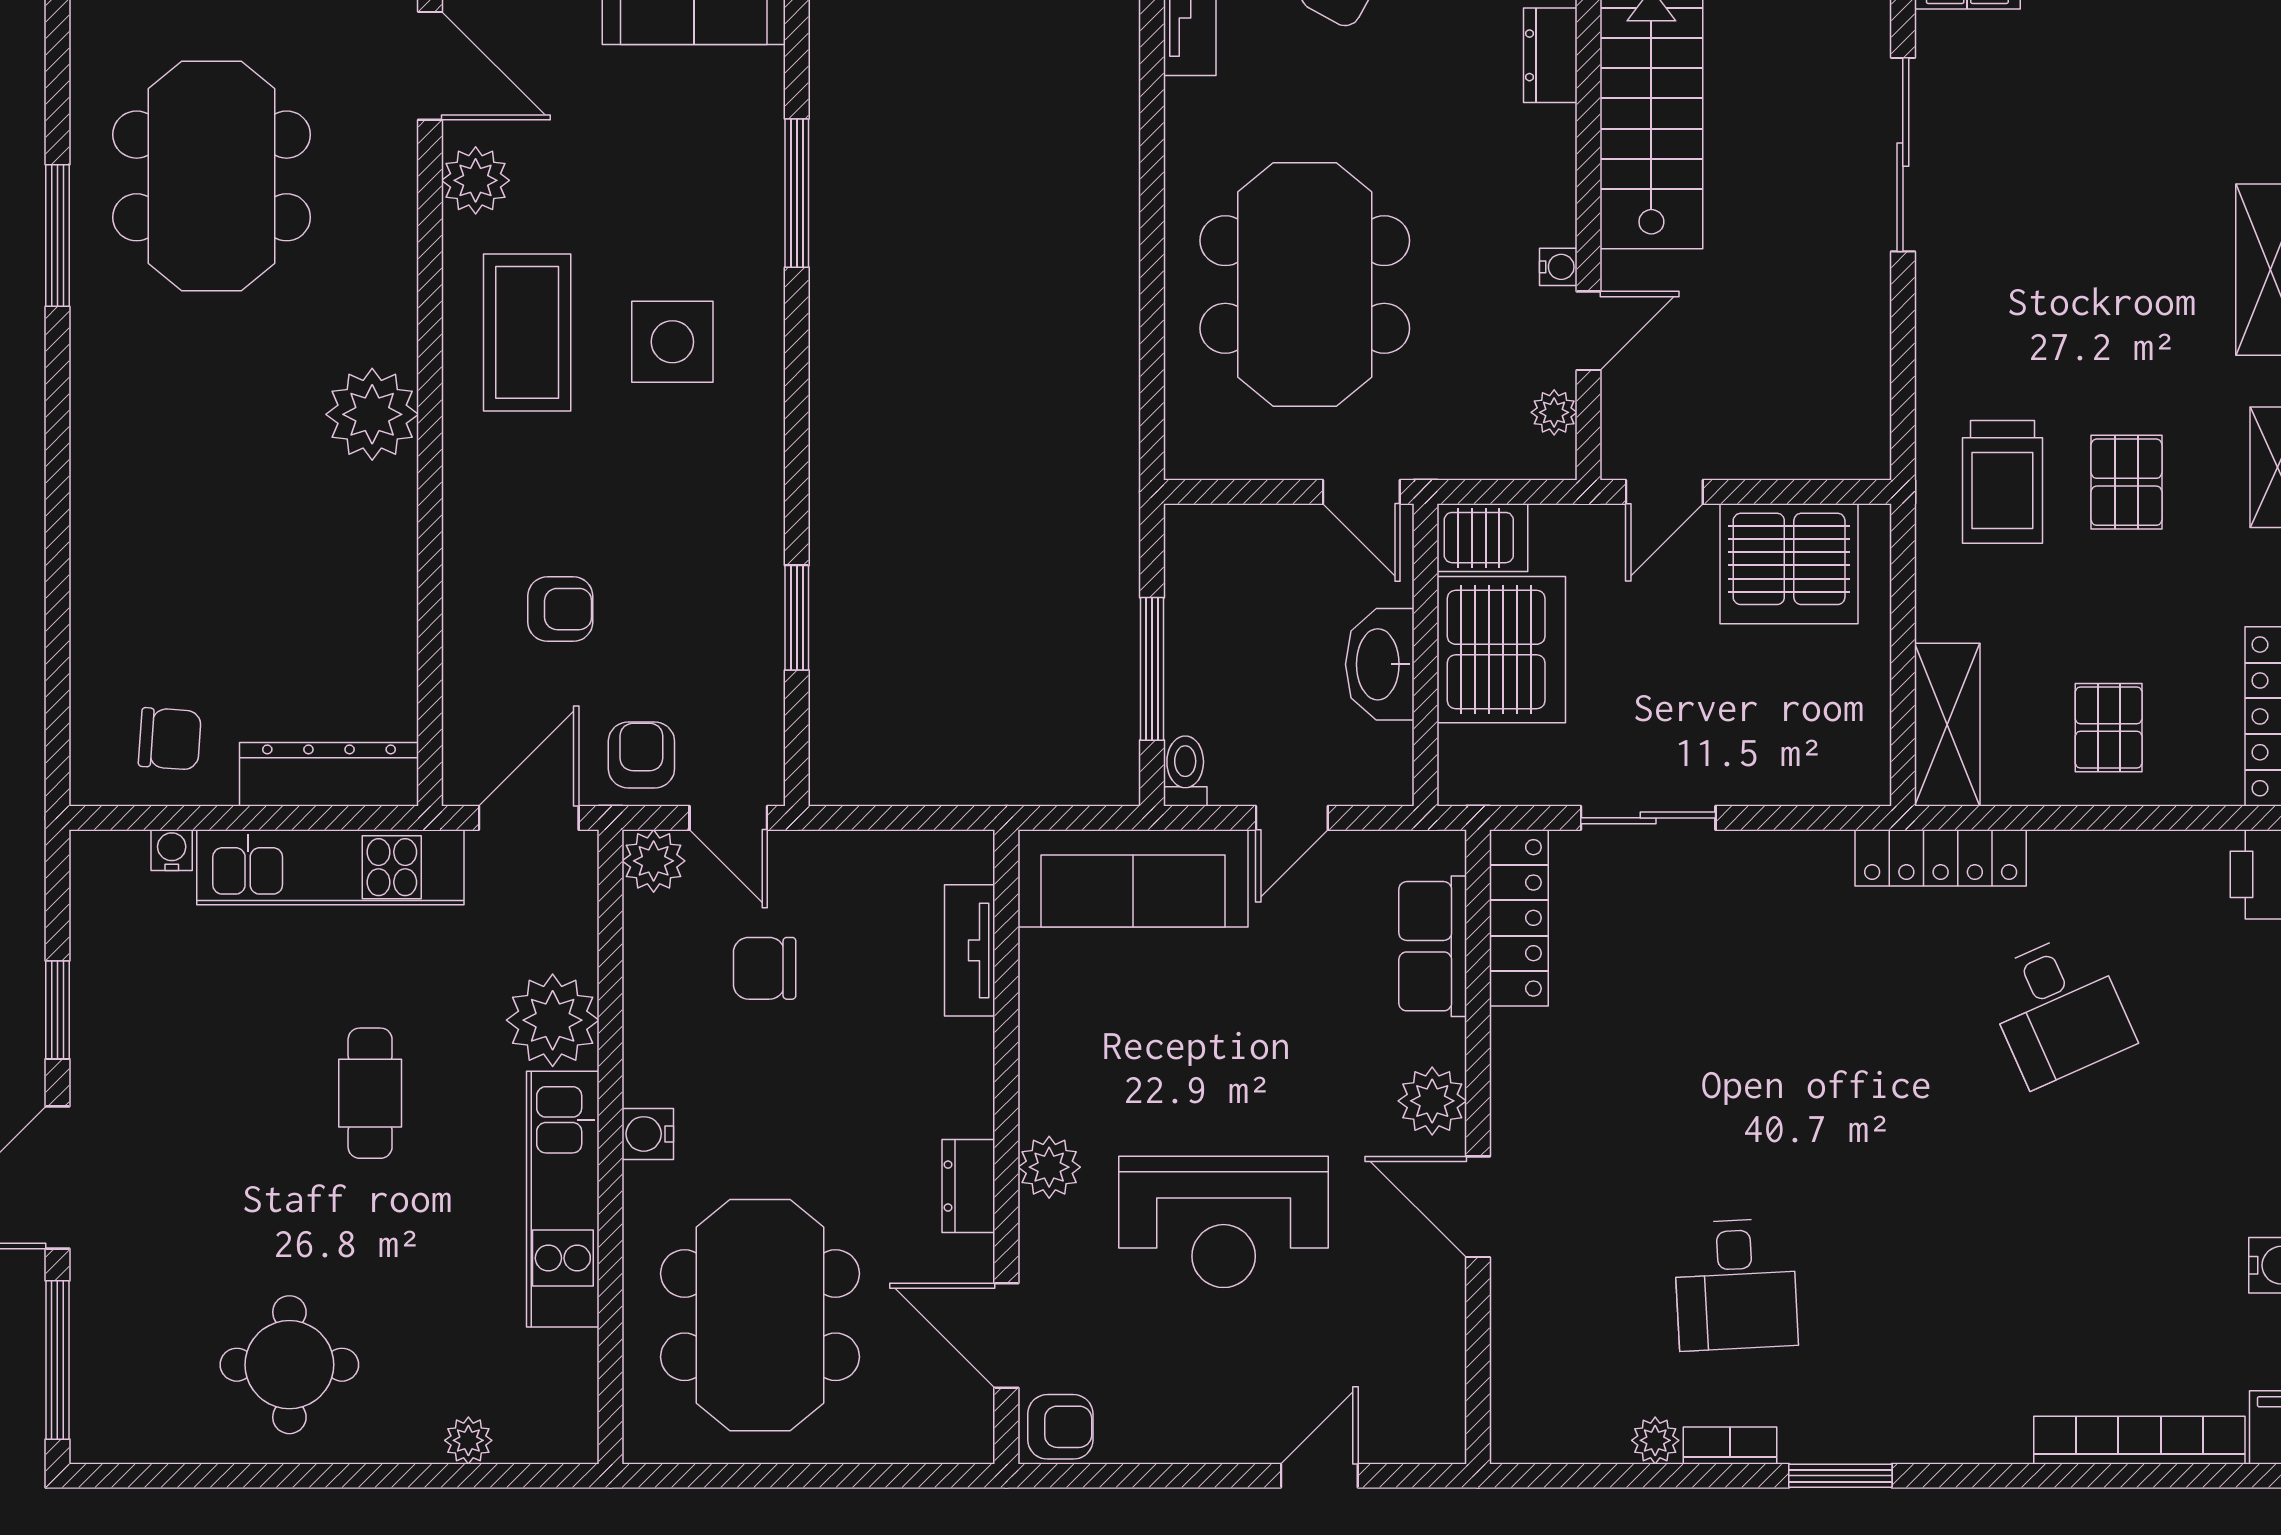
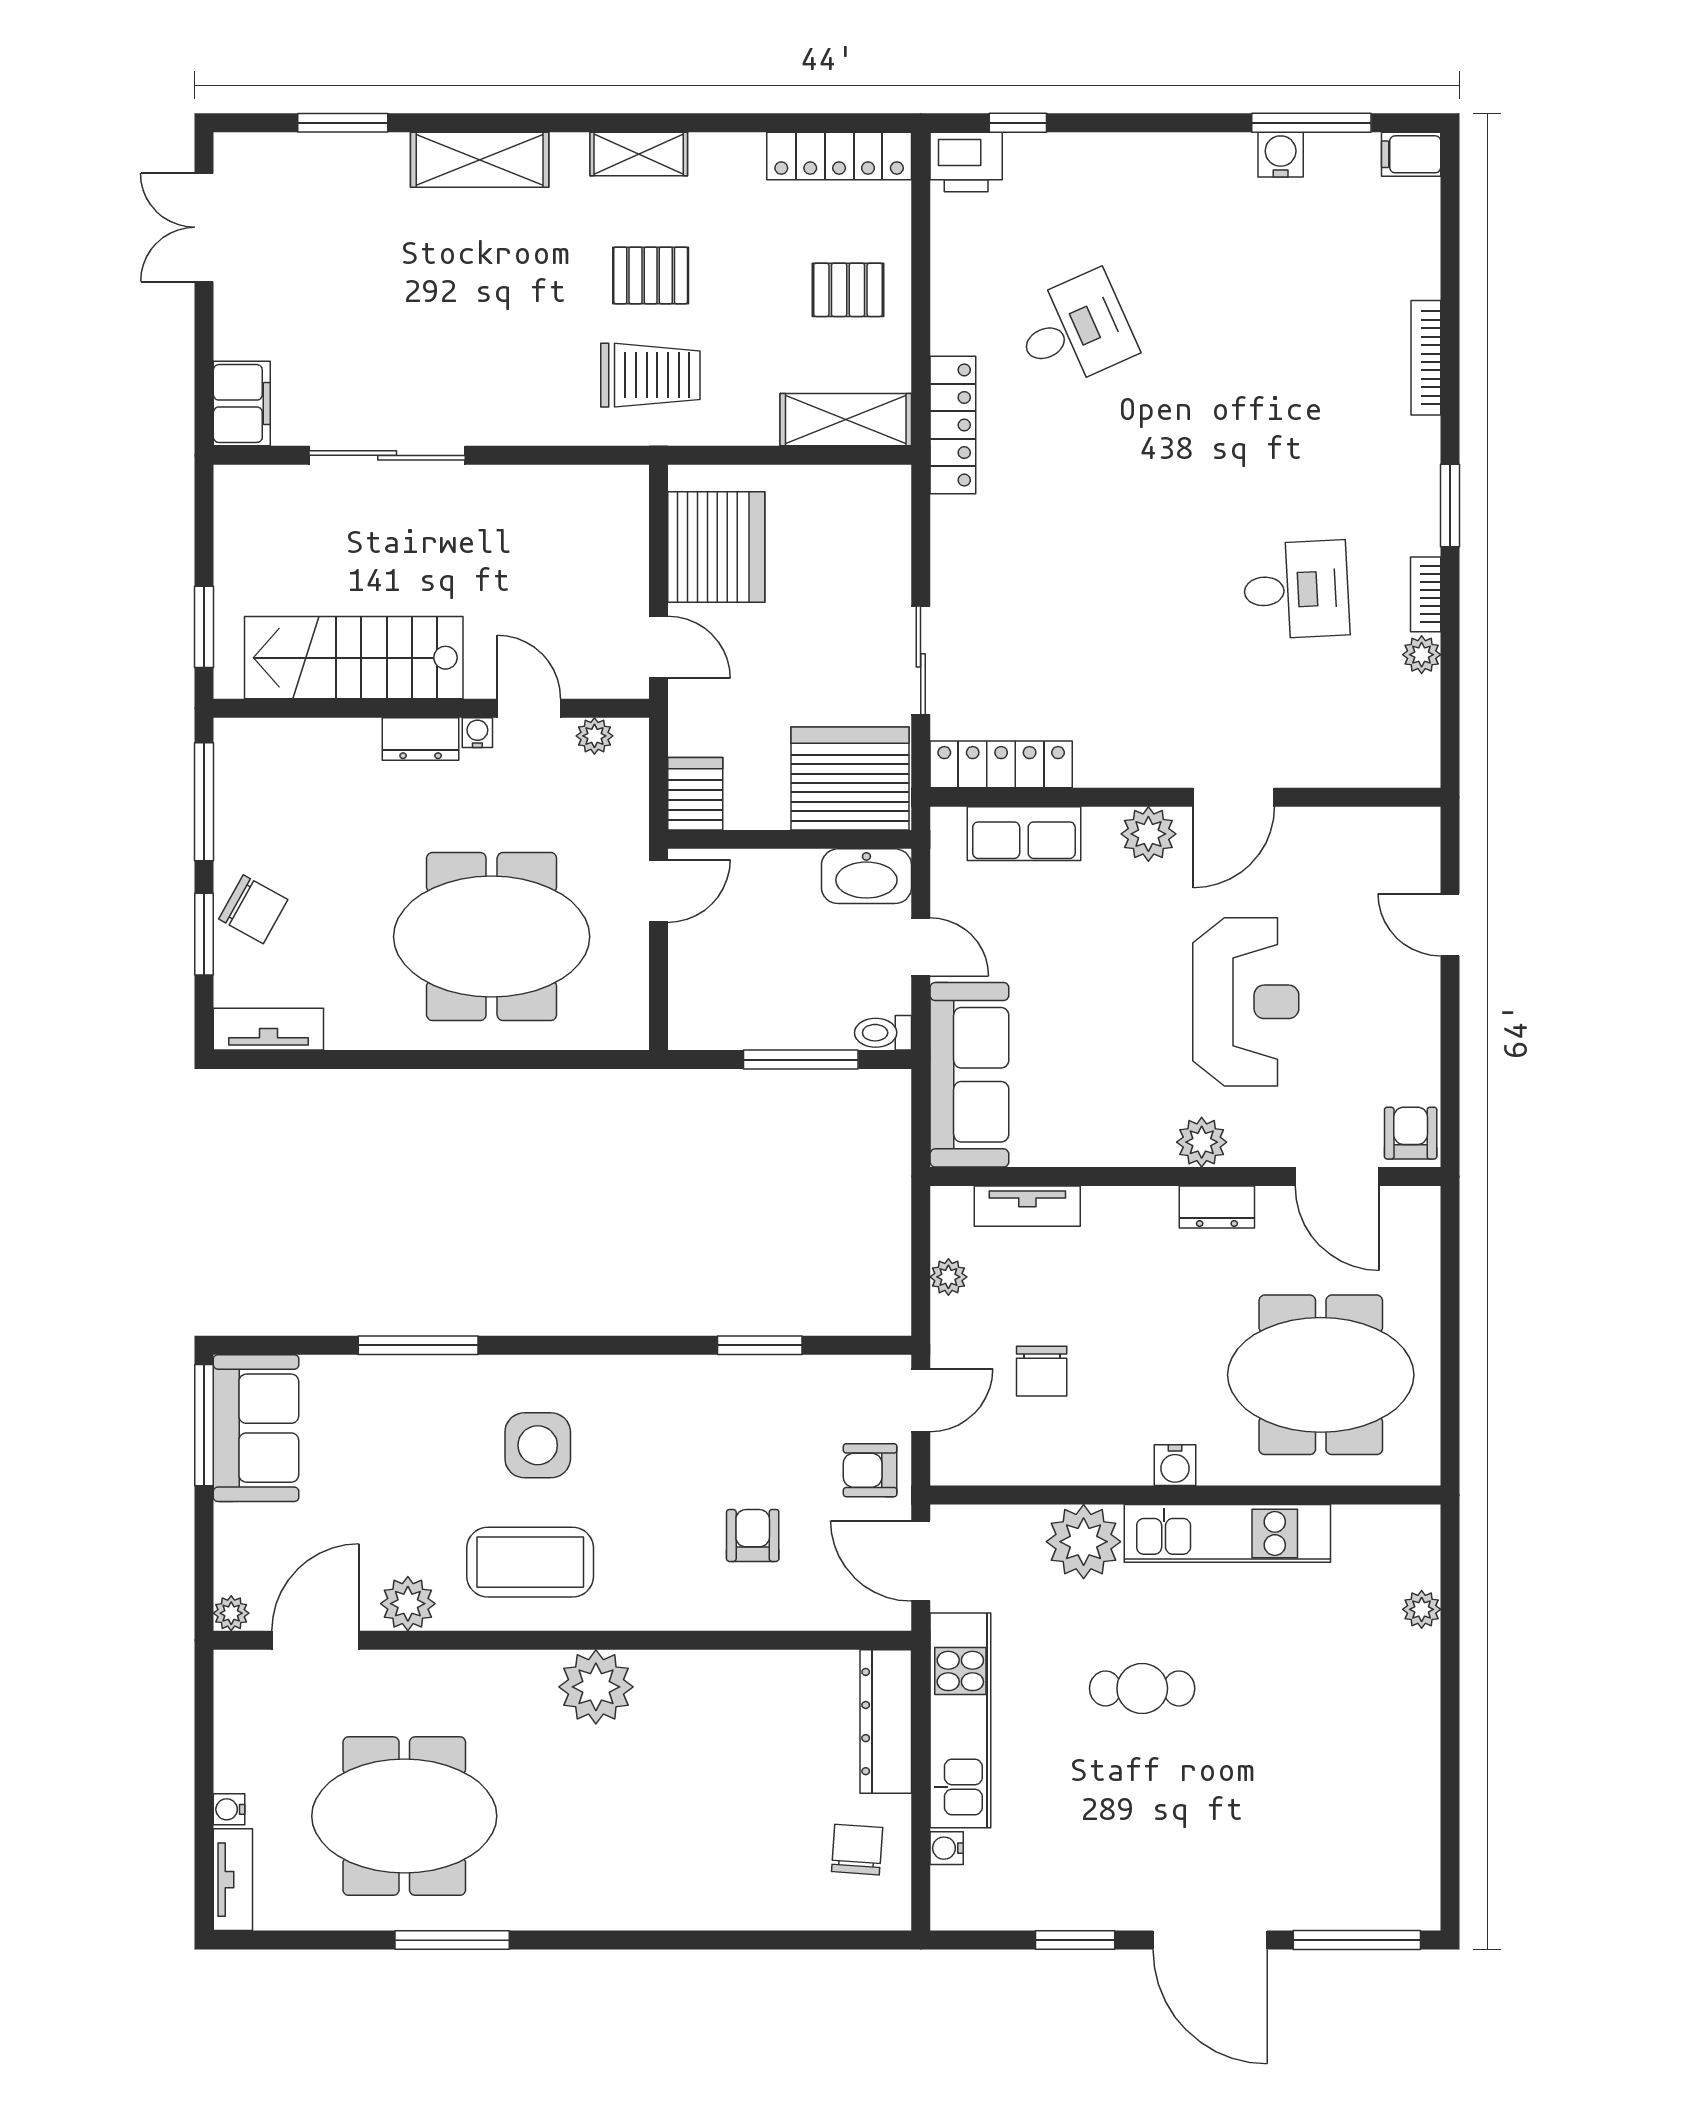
dresser: (1550, 55) -> (421, 739), moved
server rack: (1501, 650) -> (850, 778), moved
washbasin: (1380, 664) -> (866, 876), moved
plant: (654, 861) -> (948, 1277), moved, width x0.73, depth x0.73
door: (1006, 1336) -> (1337, 1177), hinge flipped
round table: (289, 1365) -> (1361, 1753), removed
bookcase: (2139, 1440) -> (1426, 358), moved, width x0.68, depth x0.76

